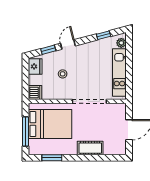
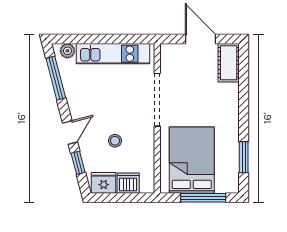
window: (103, 35) -> (56, 78), width x2.17
door: (68, 45) -> (70, 133), swing flipped
dishwasher: (35, 93) -> (128, 183), moved
cot: (90, 148) -> (229, 63), moved

